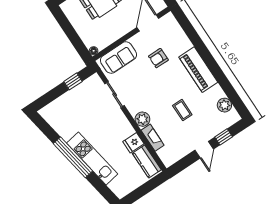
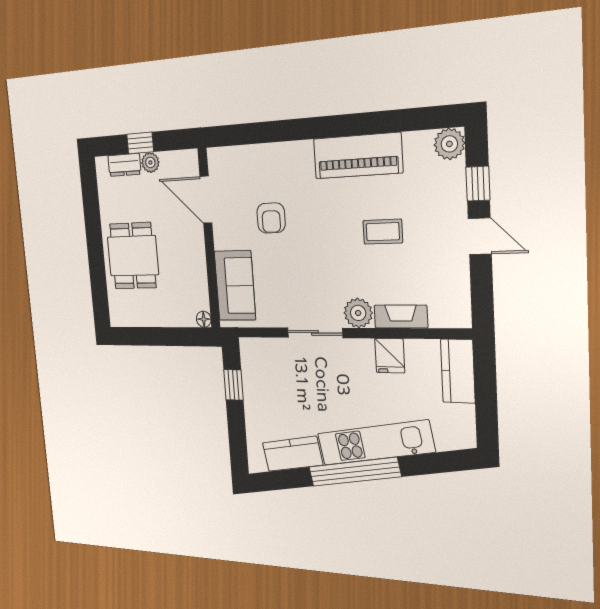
piano: (198, 70) -> (358, 156), moved
sliding door: (115, 95) -> (315, 333), moved
plant: (224, 105) -> (449, 144), moved
kitchen counter: (61, 126) -> (292, 454), added
kitchen counter: (147, 161) -> (458, 371), moved, turned 90

